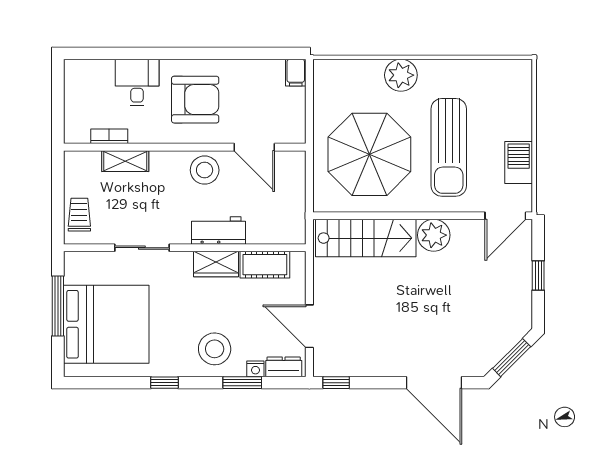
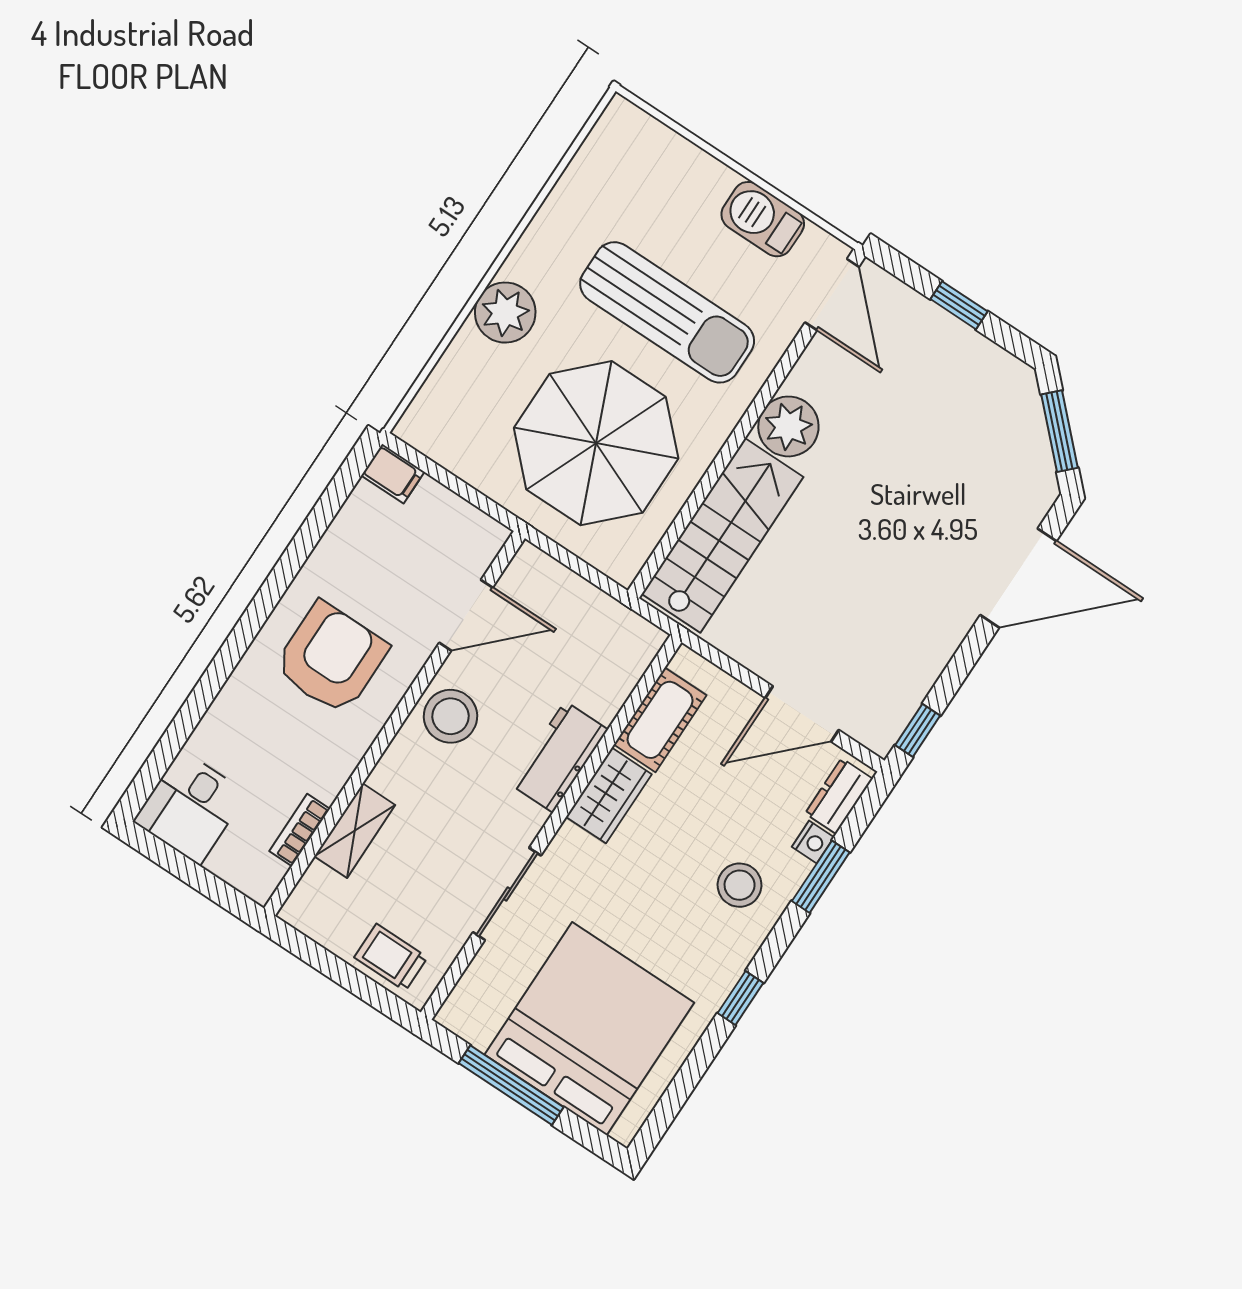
desk: (137, 82) -> (190, 807), moved, turned -90
stool: (215, 349) -> (740, 885), width x0.73, depth x0.73

